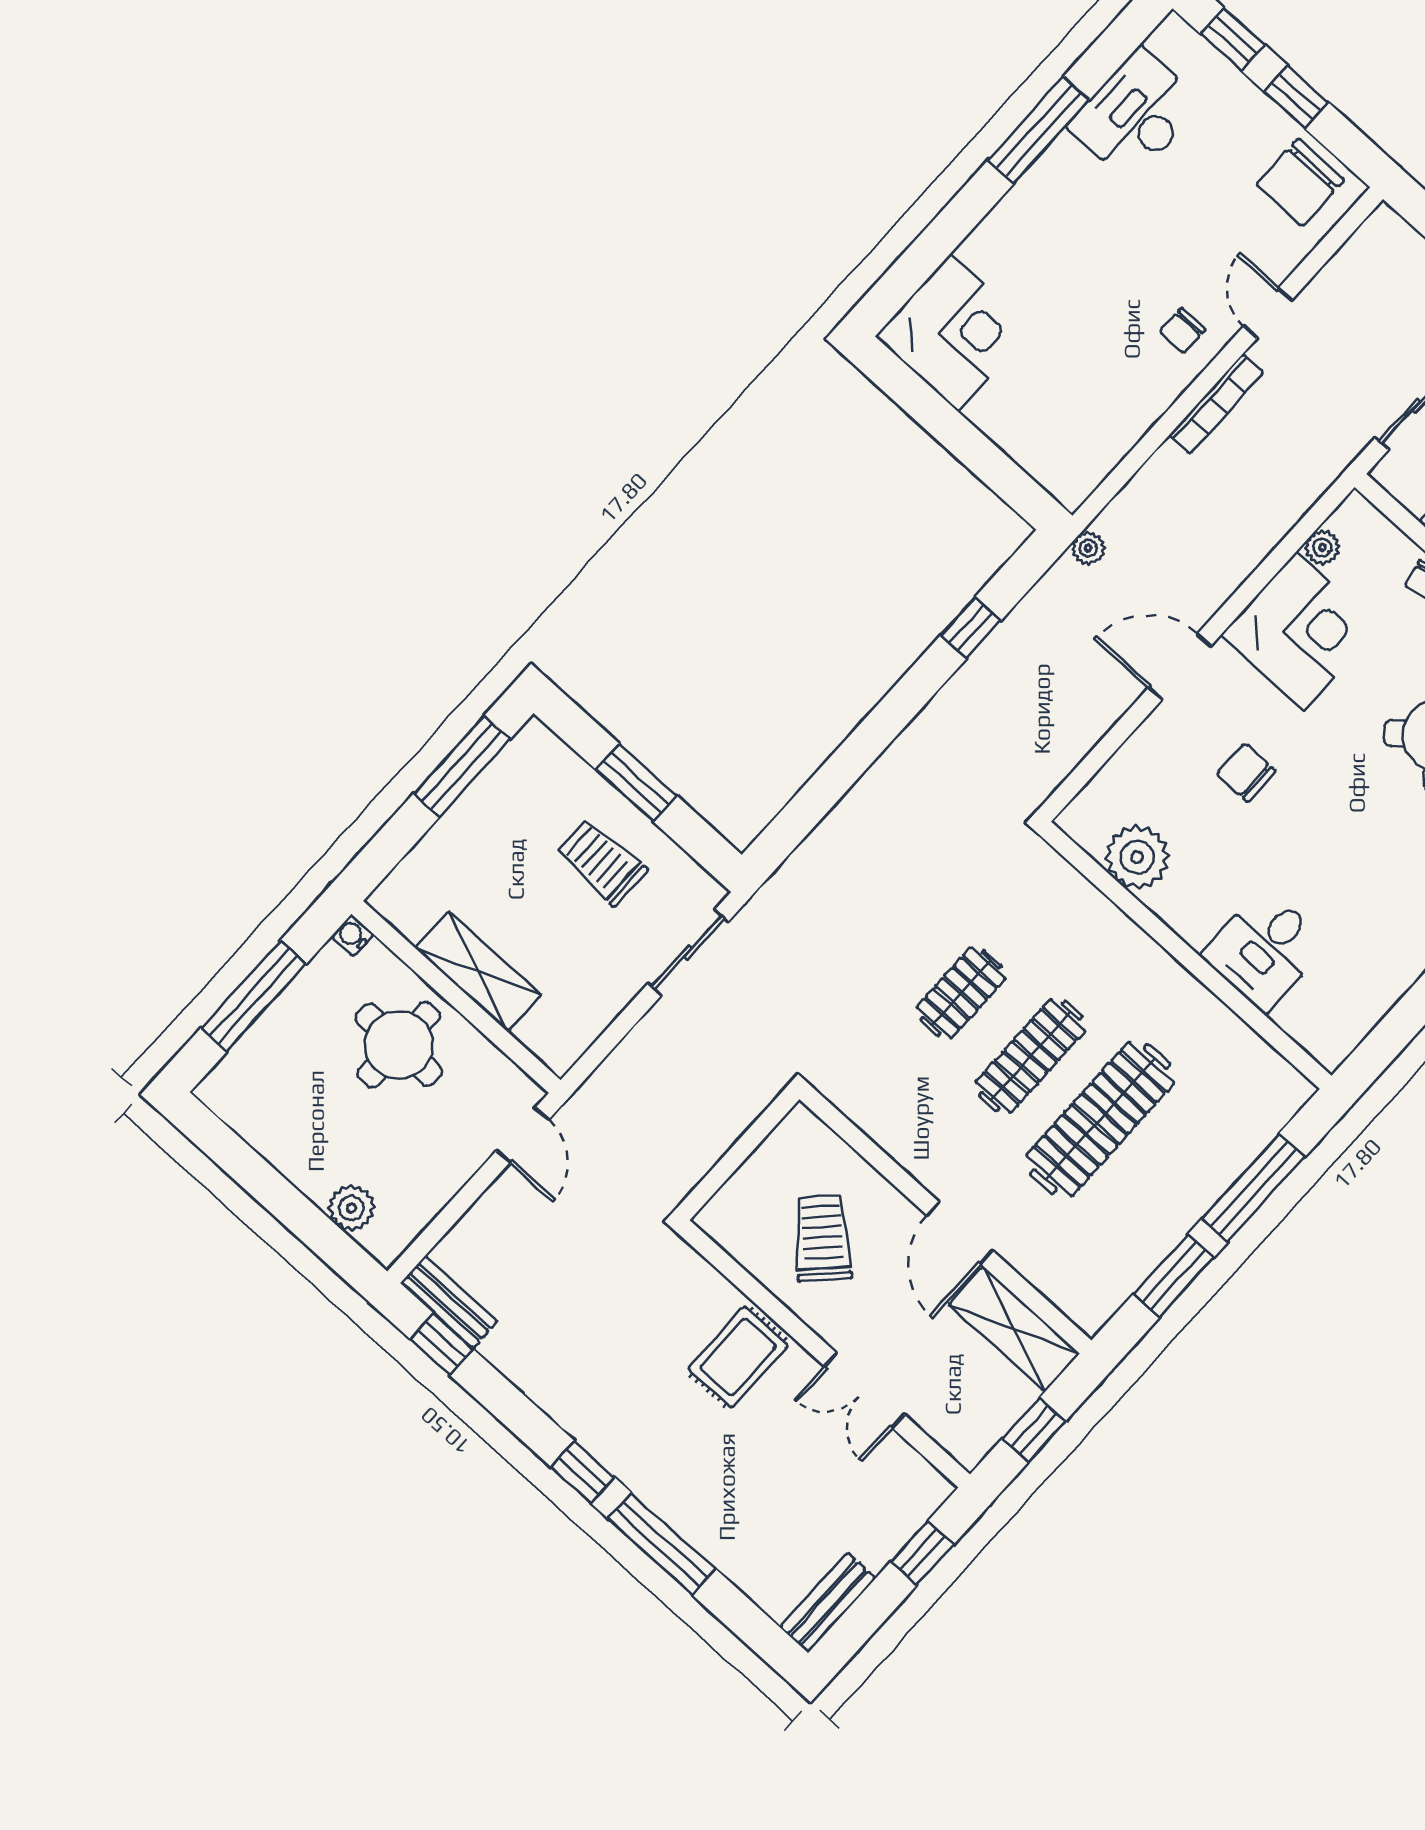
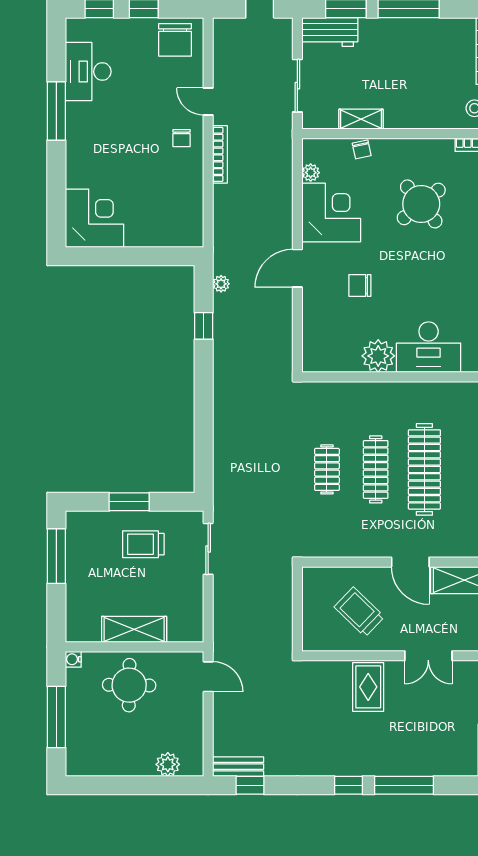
plant: (1088, 548) -> (221, 284), moved
plant: (1137, 857) -> (378, 356), moved
desk: (1265, 950) -> (429, 347), width x1.37

